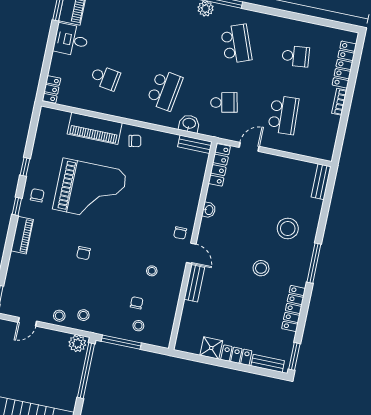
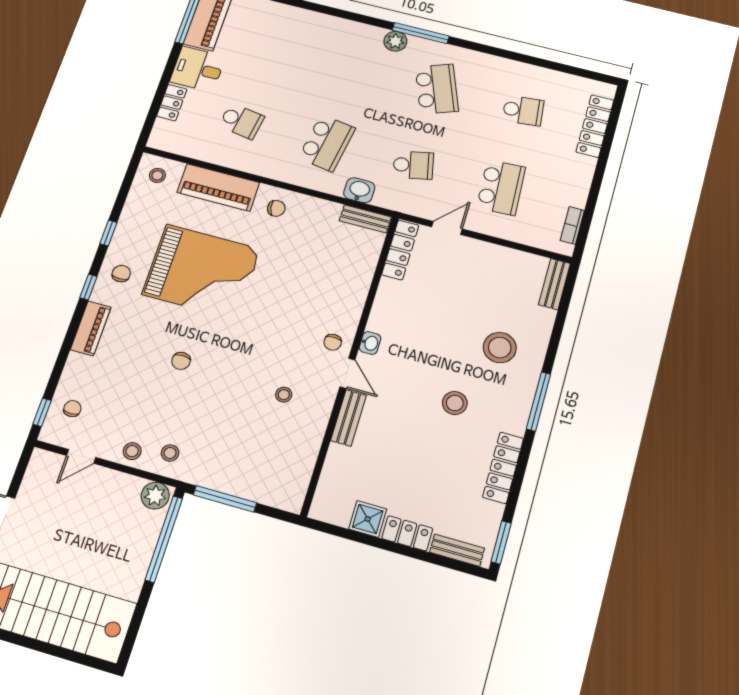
locker: (51, 89) -> (172, 103), moved
bookcase: (339, 102) -> (572, 225), moved
washbasin: (209, 210) -> (370, 343), moved
chair: (137, 303) -> (72, 409), moved
stool: (138, 326) -> (157, 175), moved

